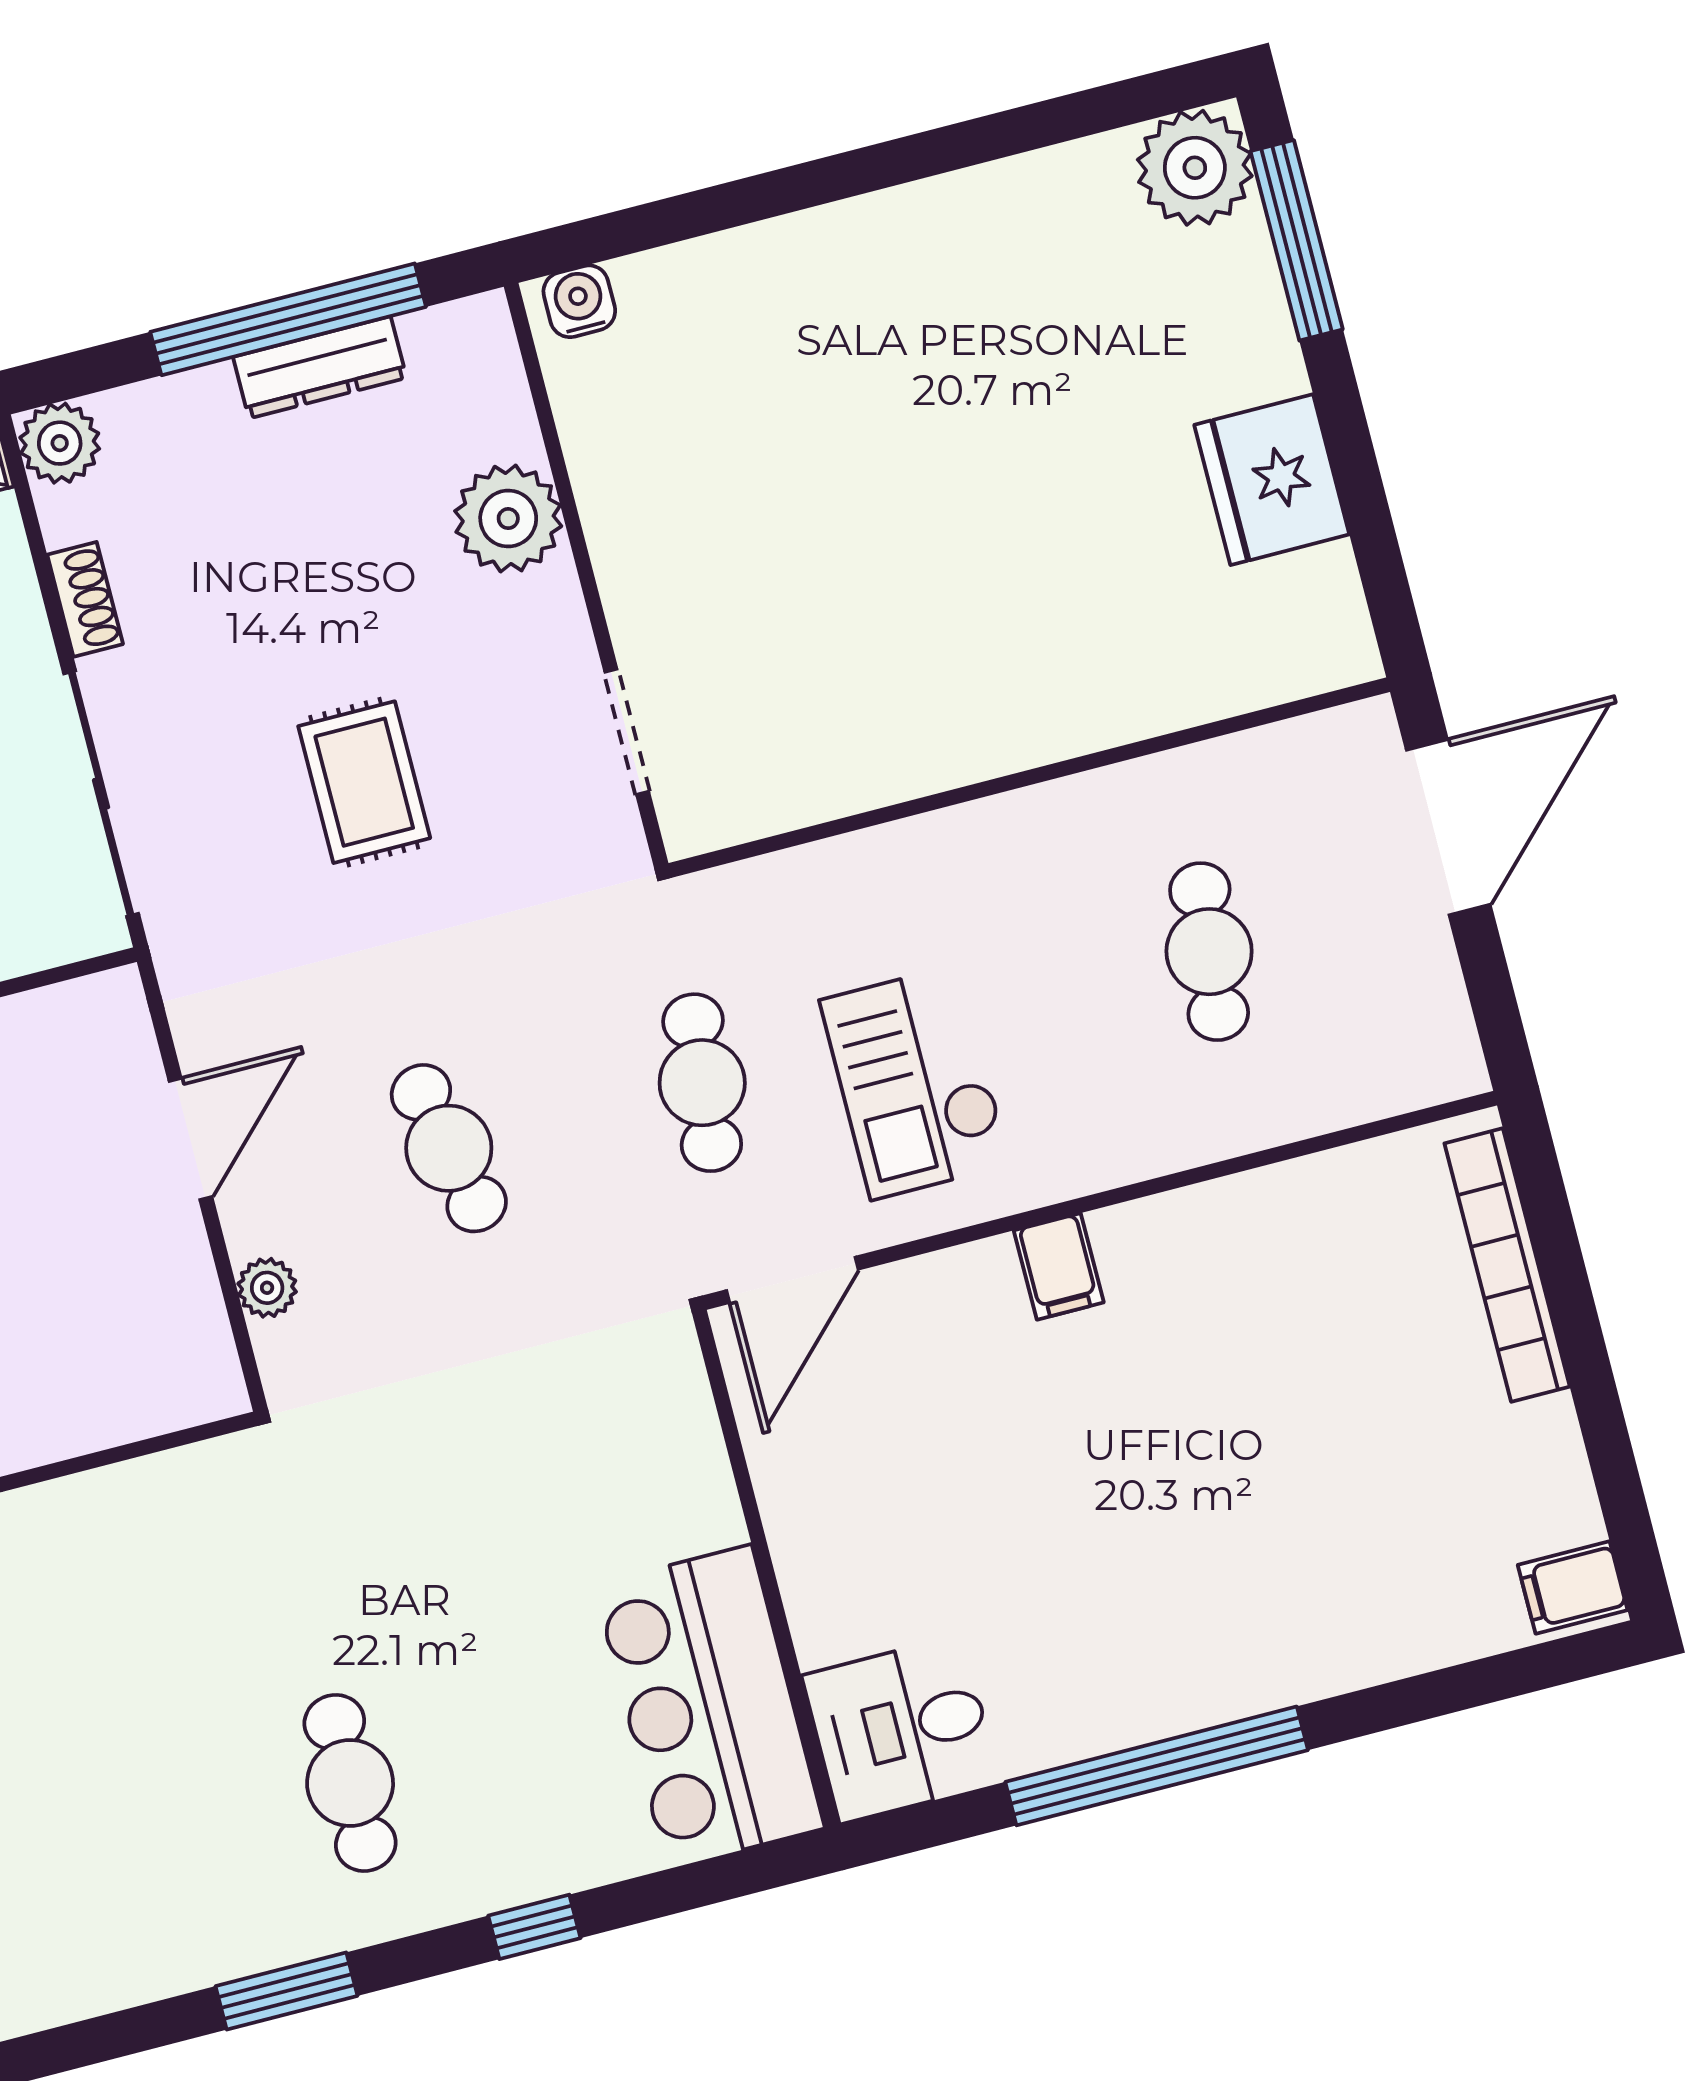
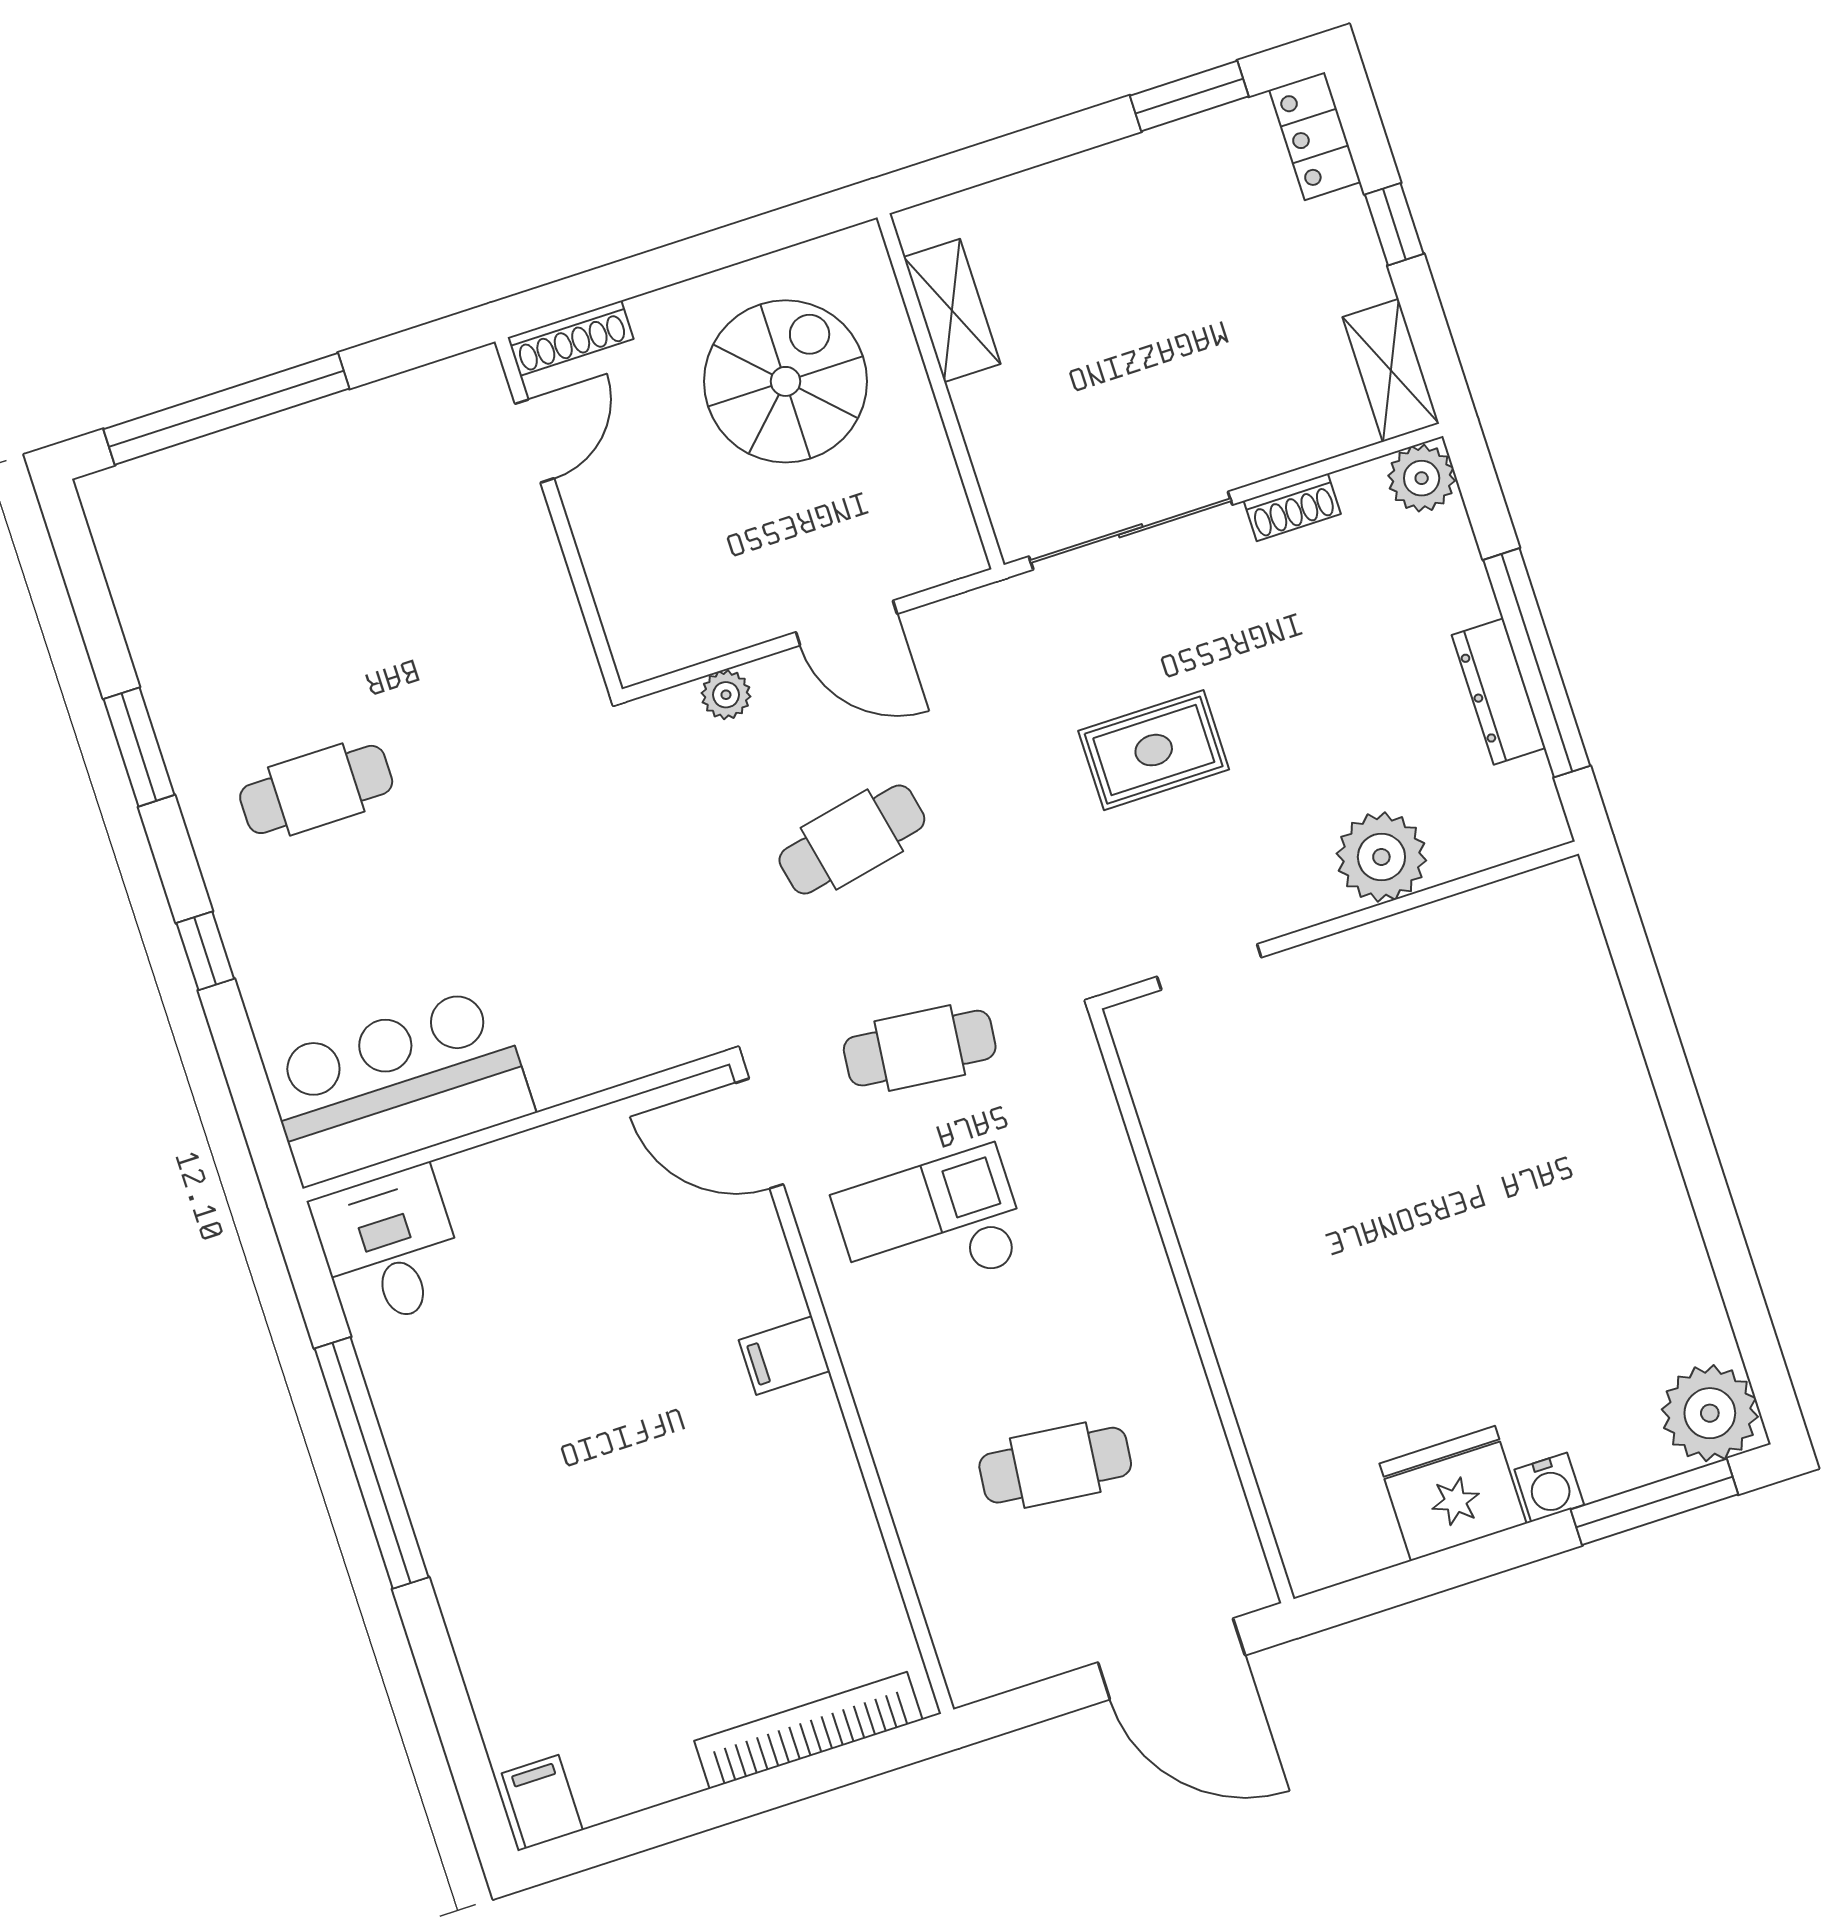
water cooler: (579, 301) -> (1549, 1487), moved, turned 90

